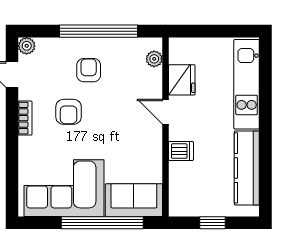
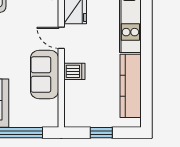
sofa: (134, 200) -> (45, 75), moved, turned -90

